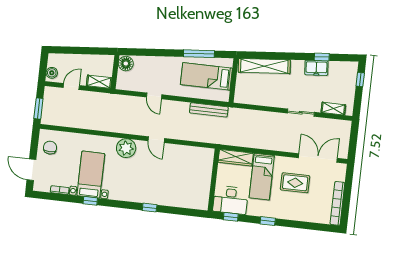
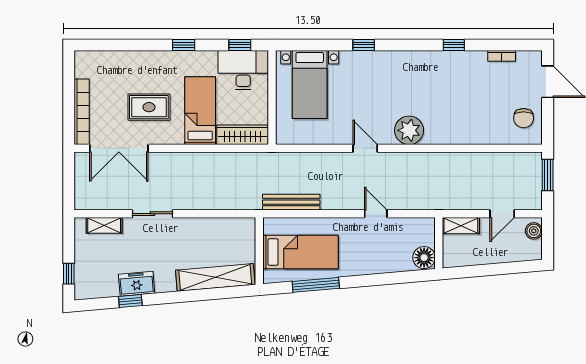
bed with nightstands: (91, 175) -> (310, 85), moved
bookcase: (337, 203) -> (82, 112), moved

